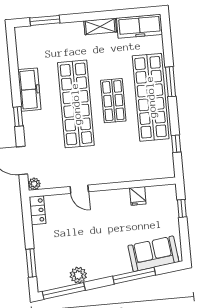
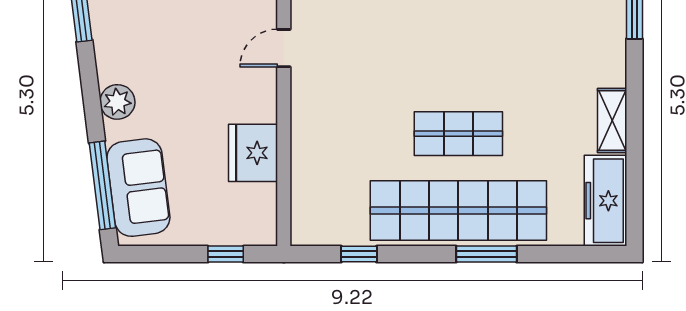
shop shelf: (76, 104) -> (458, 57), removed
fridge: (138, 196) -> (253, 153), width x1.88, depth x1.34
plant: (78, 275) -> (117, 102), moved
window: (134, 276) -> (102, 185), moved

